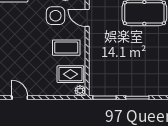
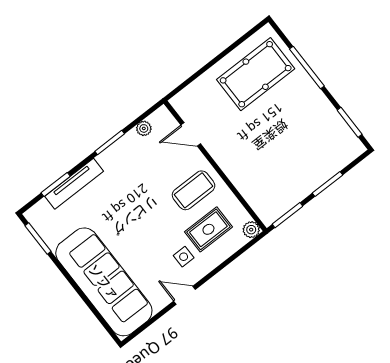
side table: (56, 16) -> (184, 257), moved, width x0.54, depth x0.54
rug: (70, 74) -> (208, 229), moved

